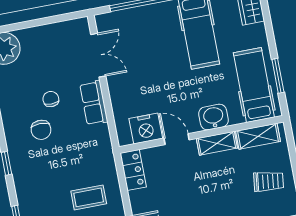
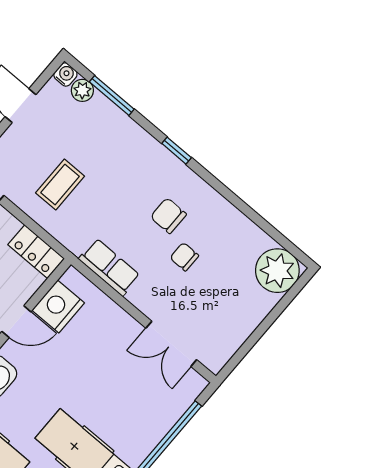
chair: (51, 99) -> (184, 257), turned 180
row of seats: (94, 103) -> (109, 267), moved

